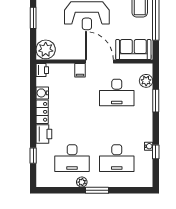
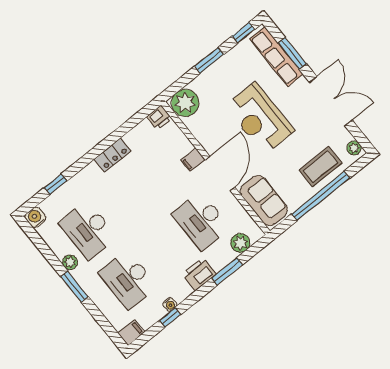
water cooler: (42, 93) -> (35, 217), moved
printer: (44, 134) -> (199, 274), moved, turned 180
filing cabinet: (147, 180) -> (131, 333), added

